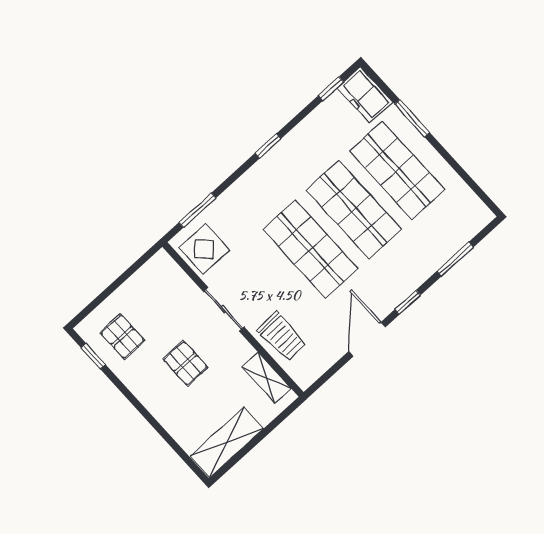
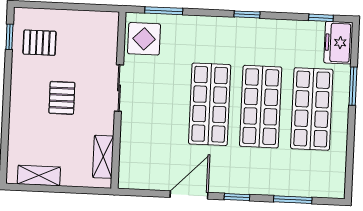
trolley: (282, 336) -> (138, 141), removed
pallet: (123, 337) -> (40, 43), turned 90
shelving: (227, 442) -> (39, 176), width x0.67, depth x0.75

